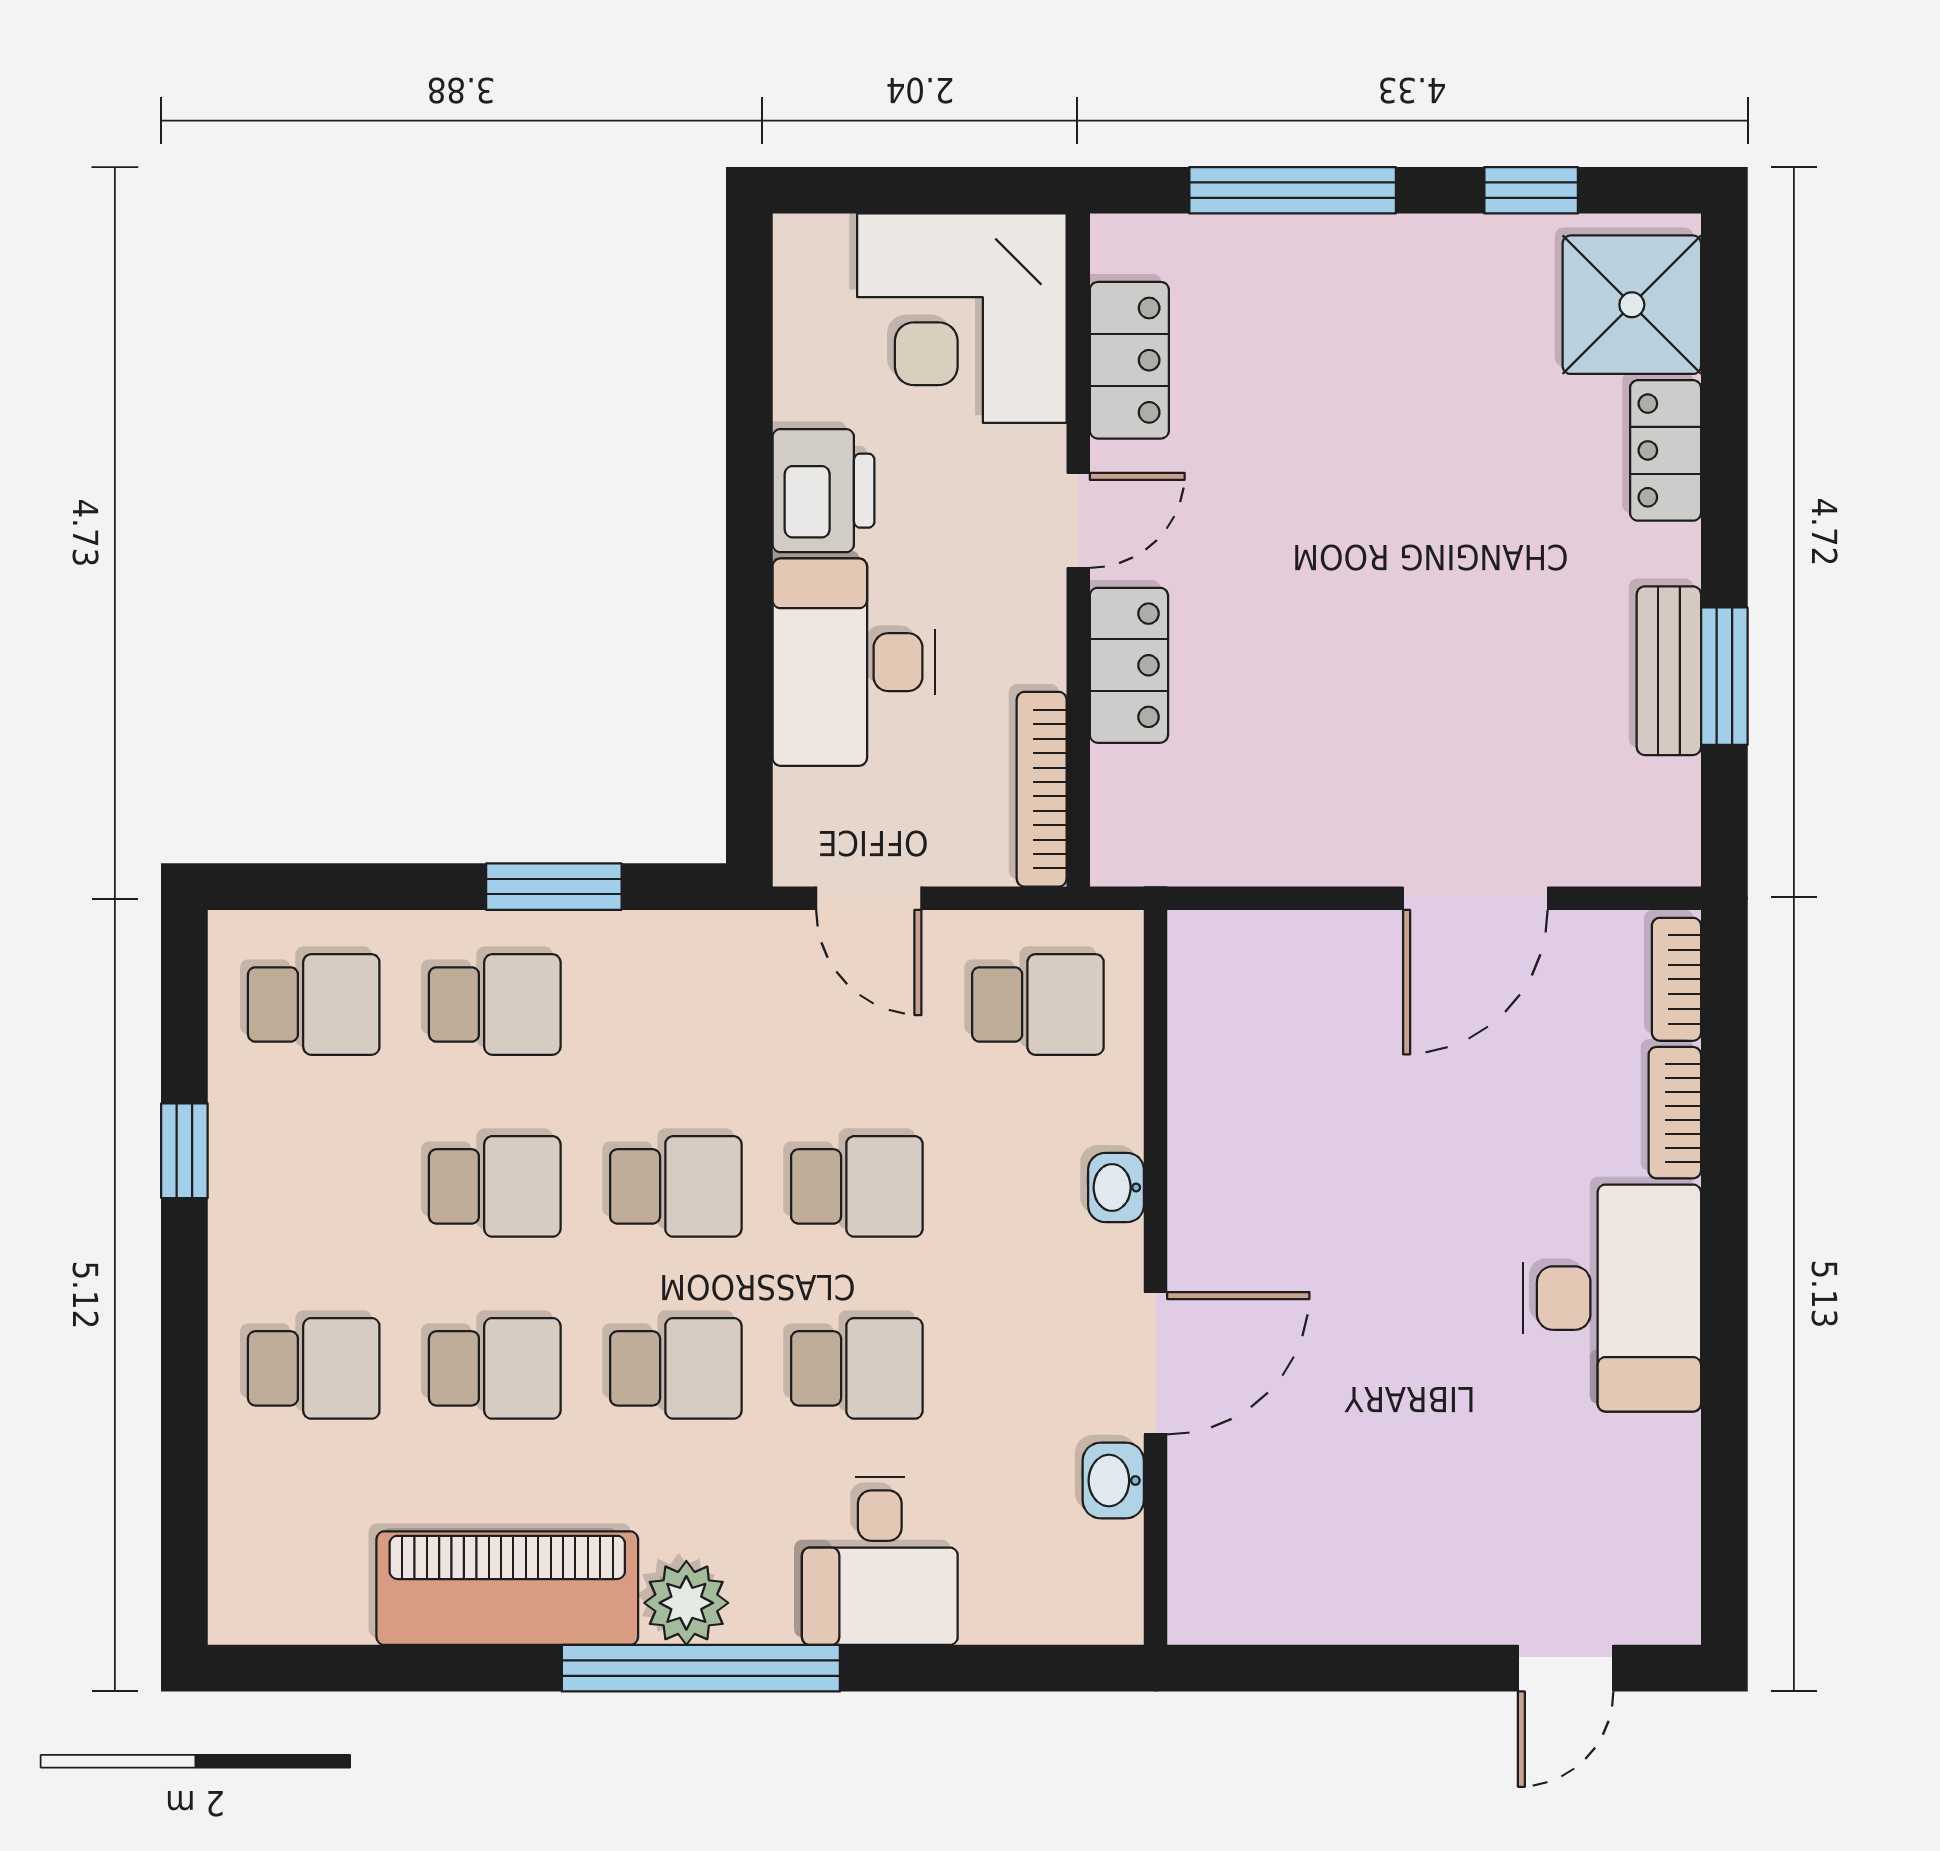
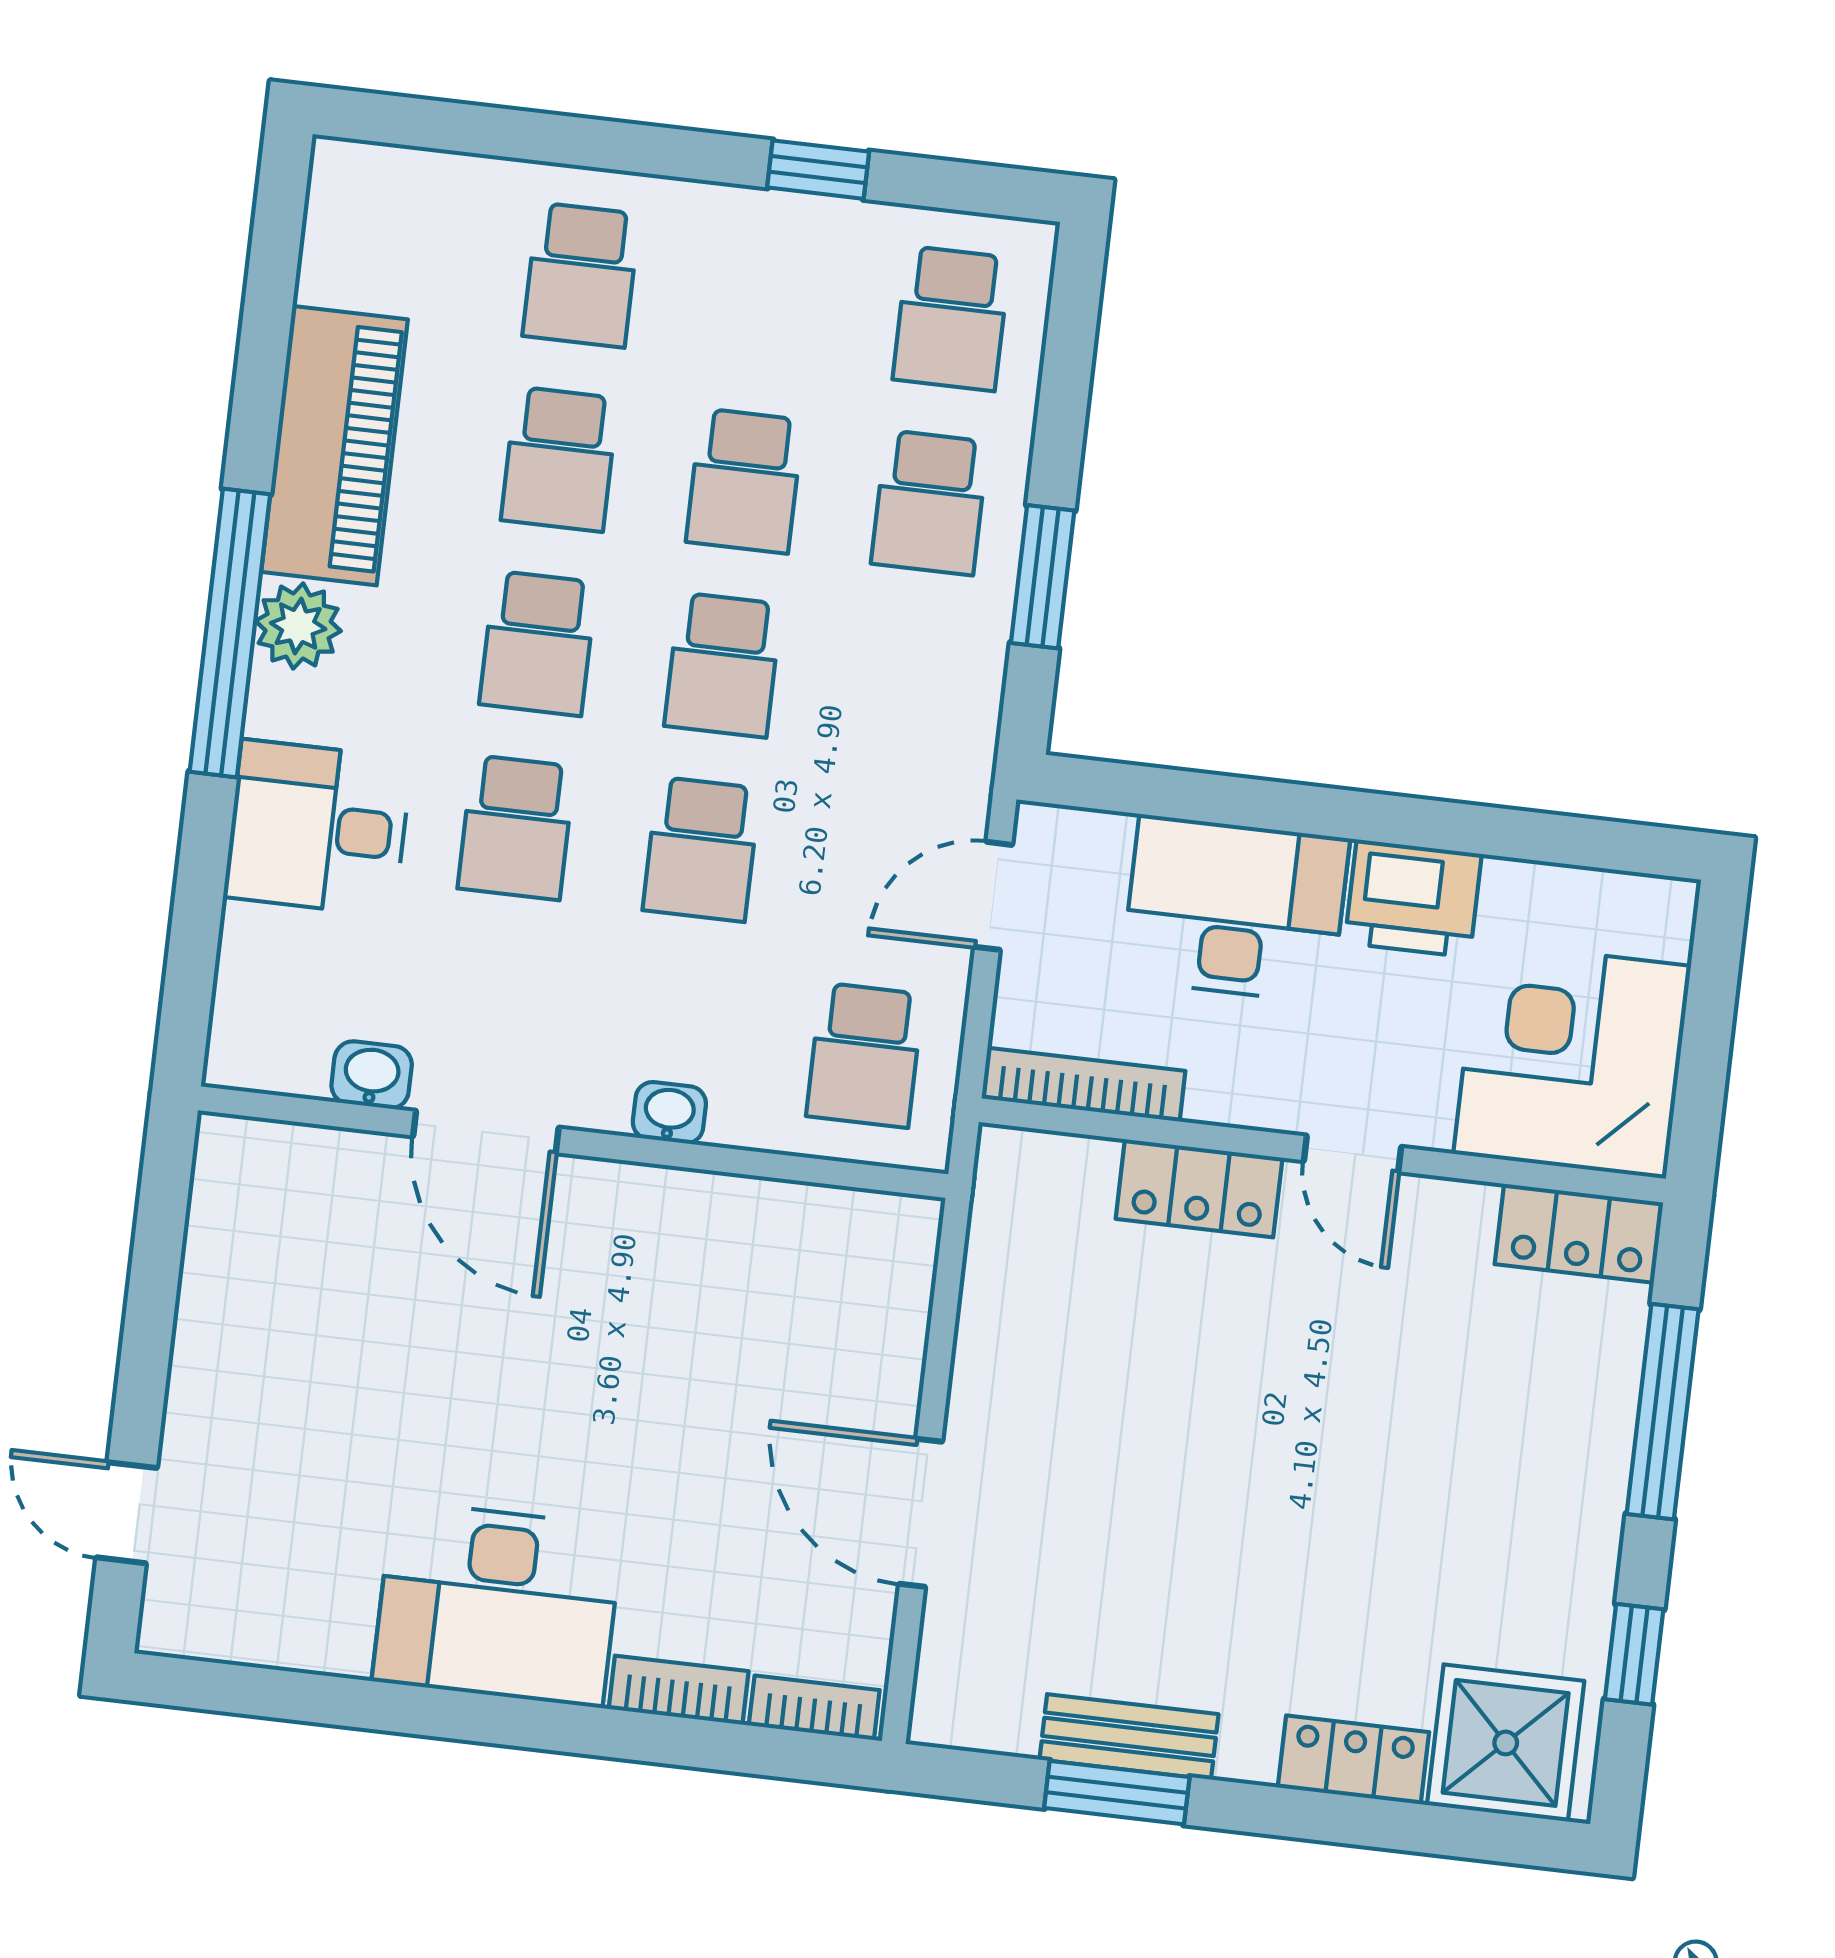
locker: (1129, 360) -> (1579, 1233), moved

